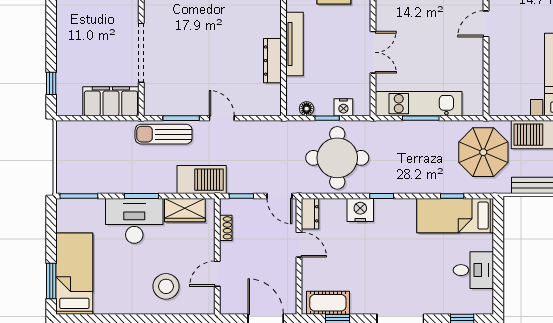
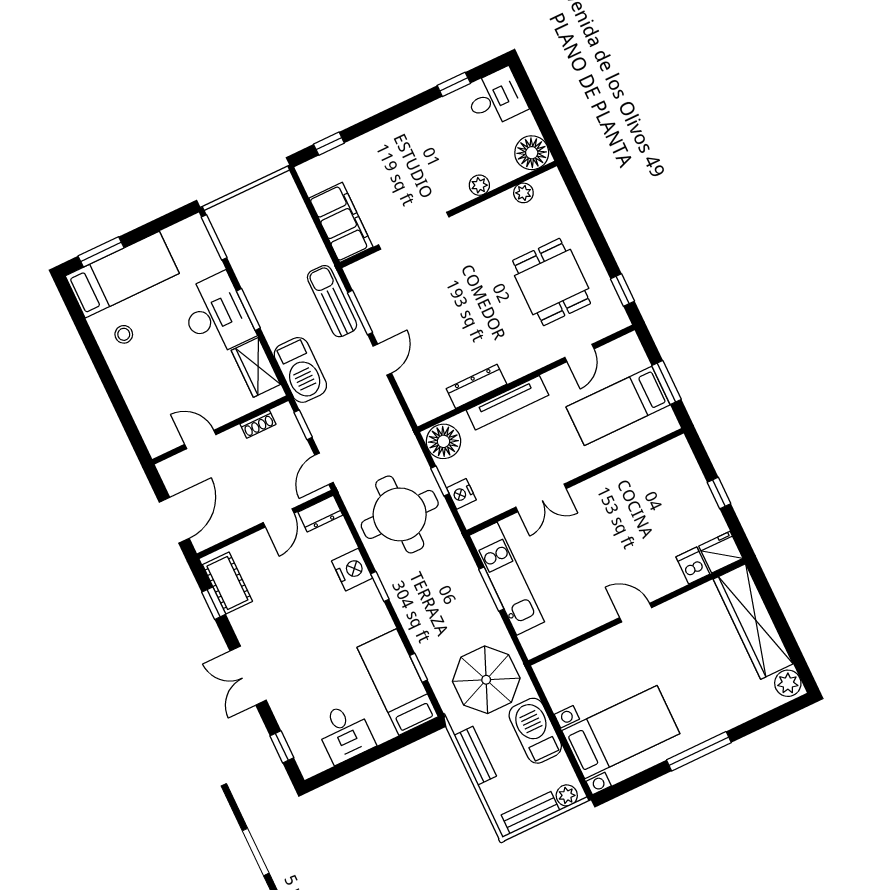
floor lamp: (307, 109) -> (443, 441), width x1.89, depth x1.89
stool: (166, 286) -> (124, 334), moved, width x0.53, depth x0.53

